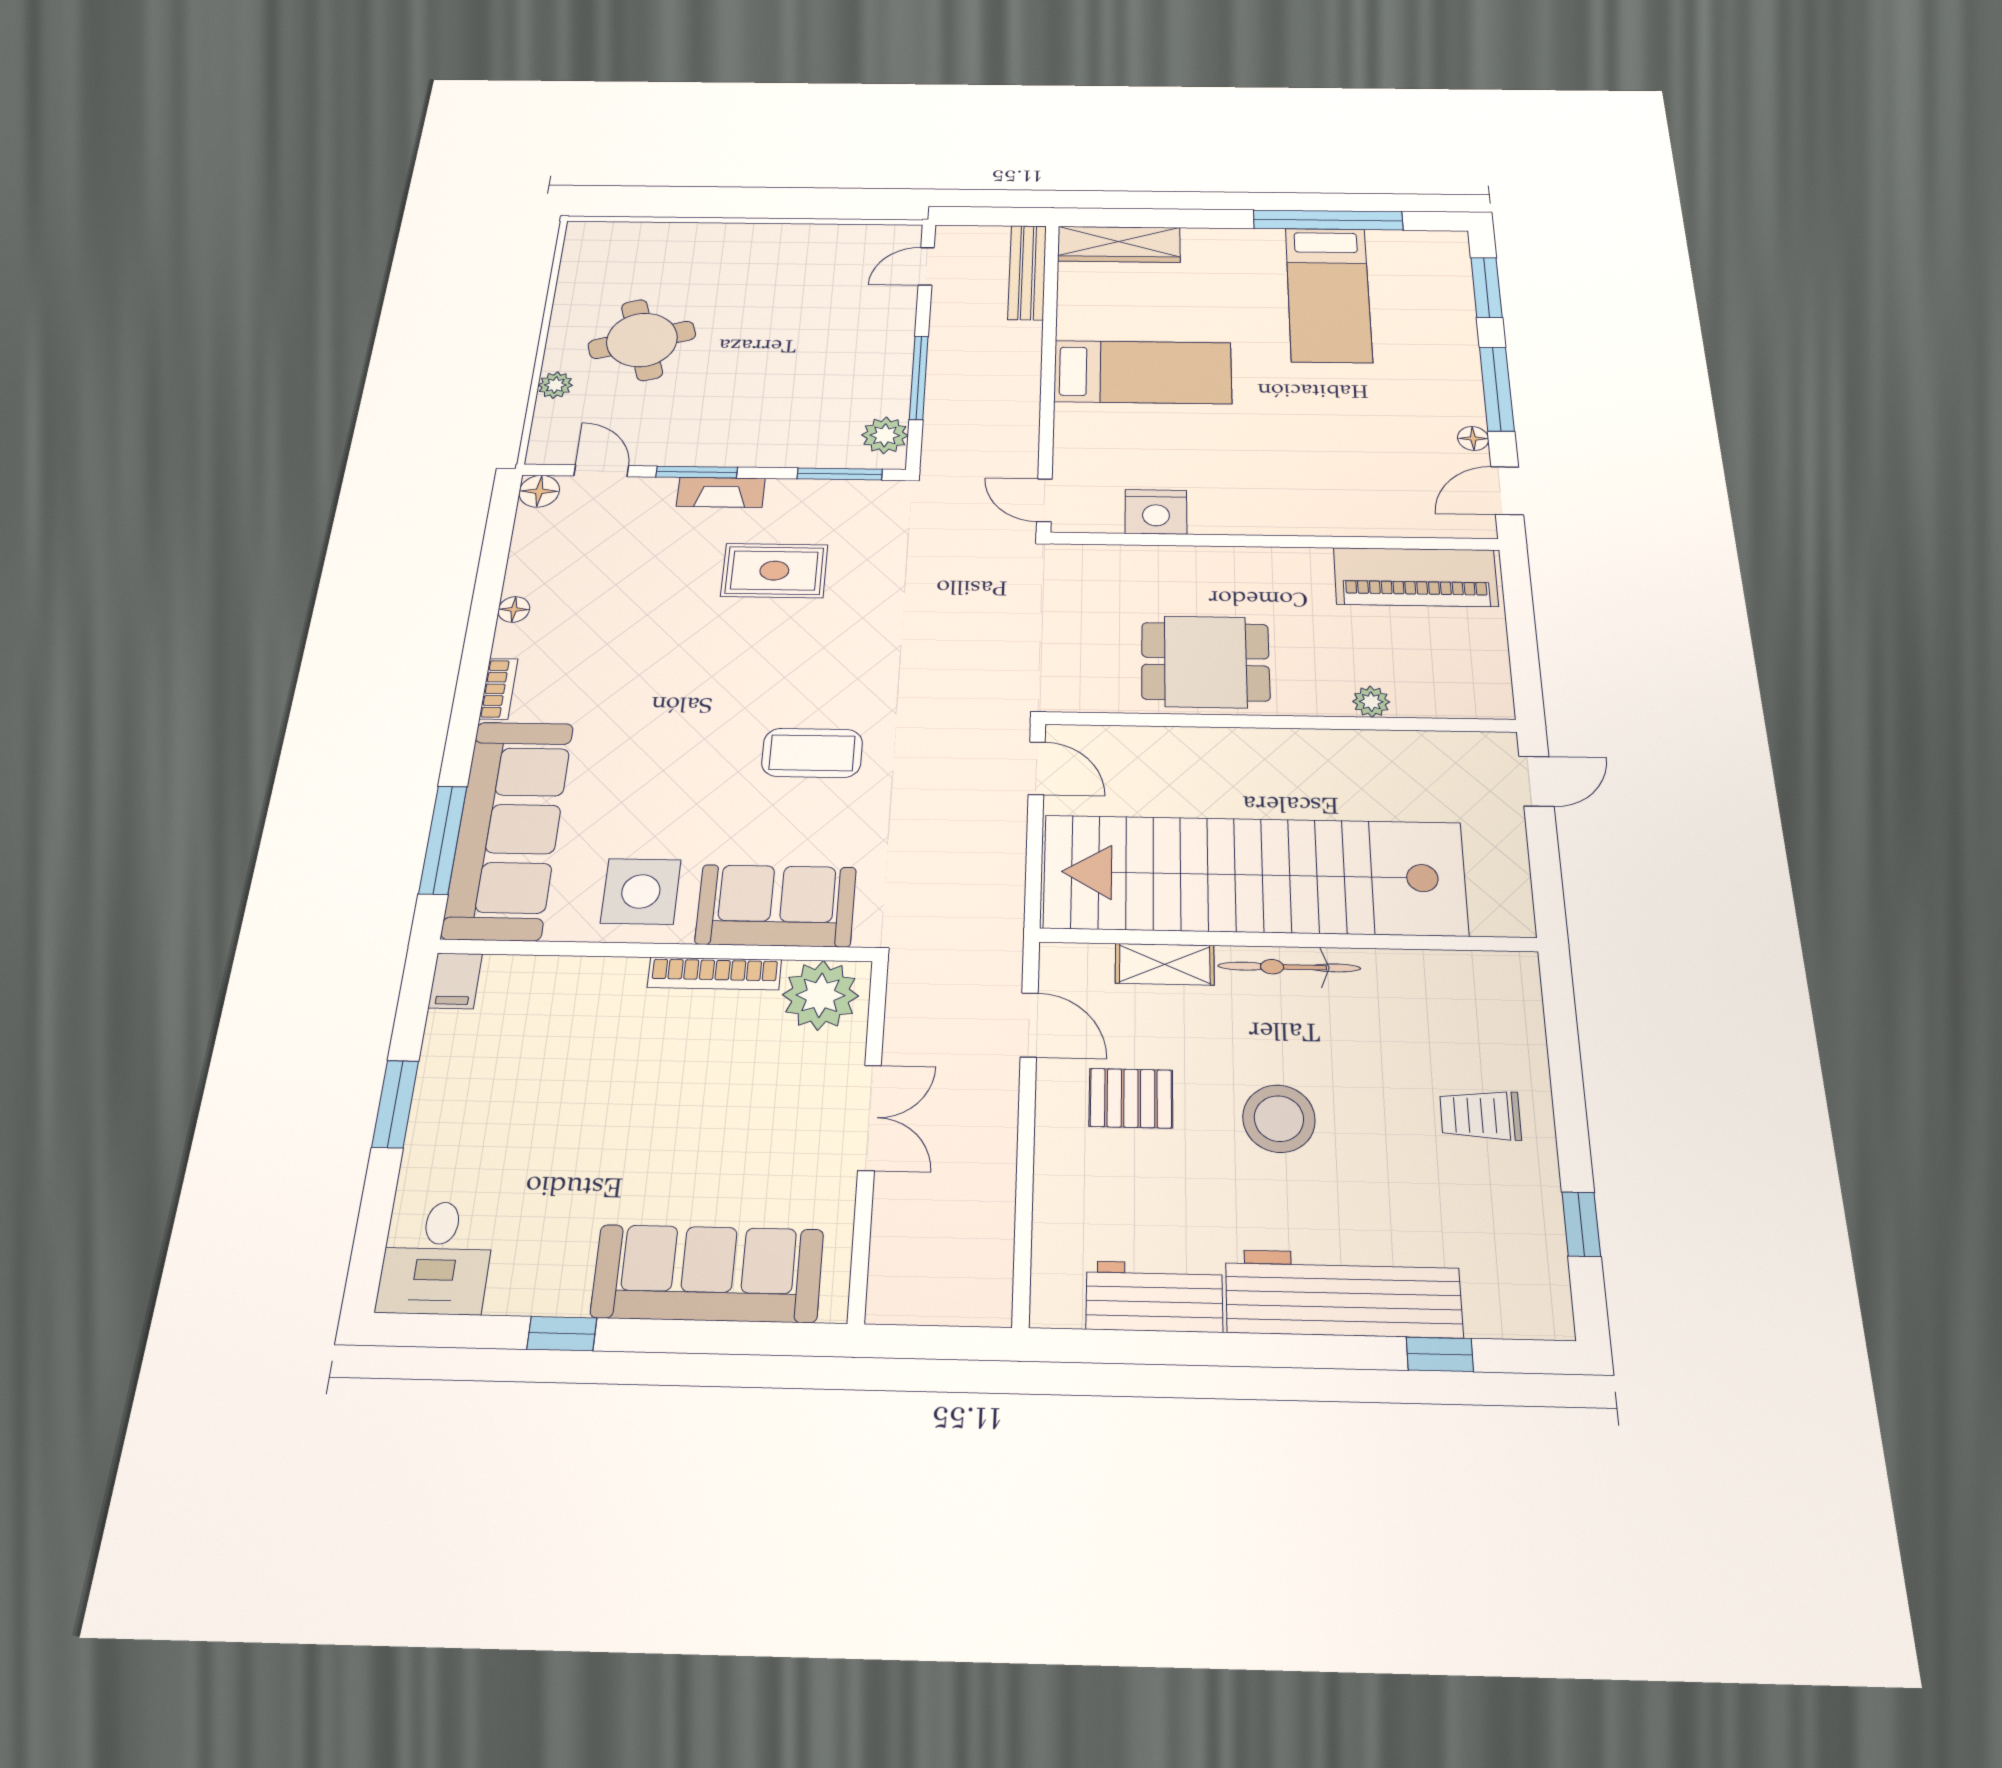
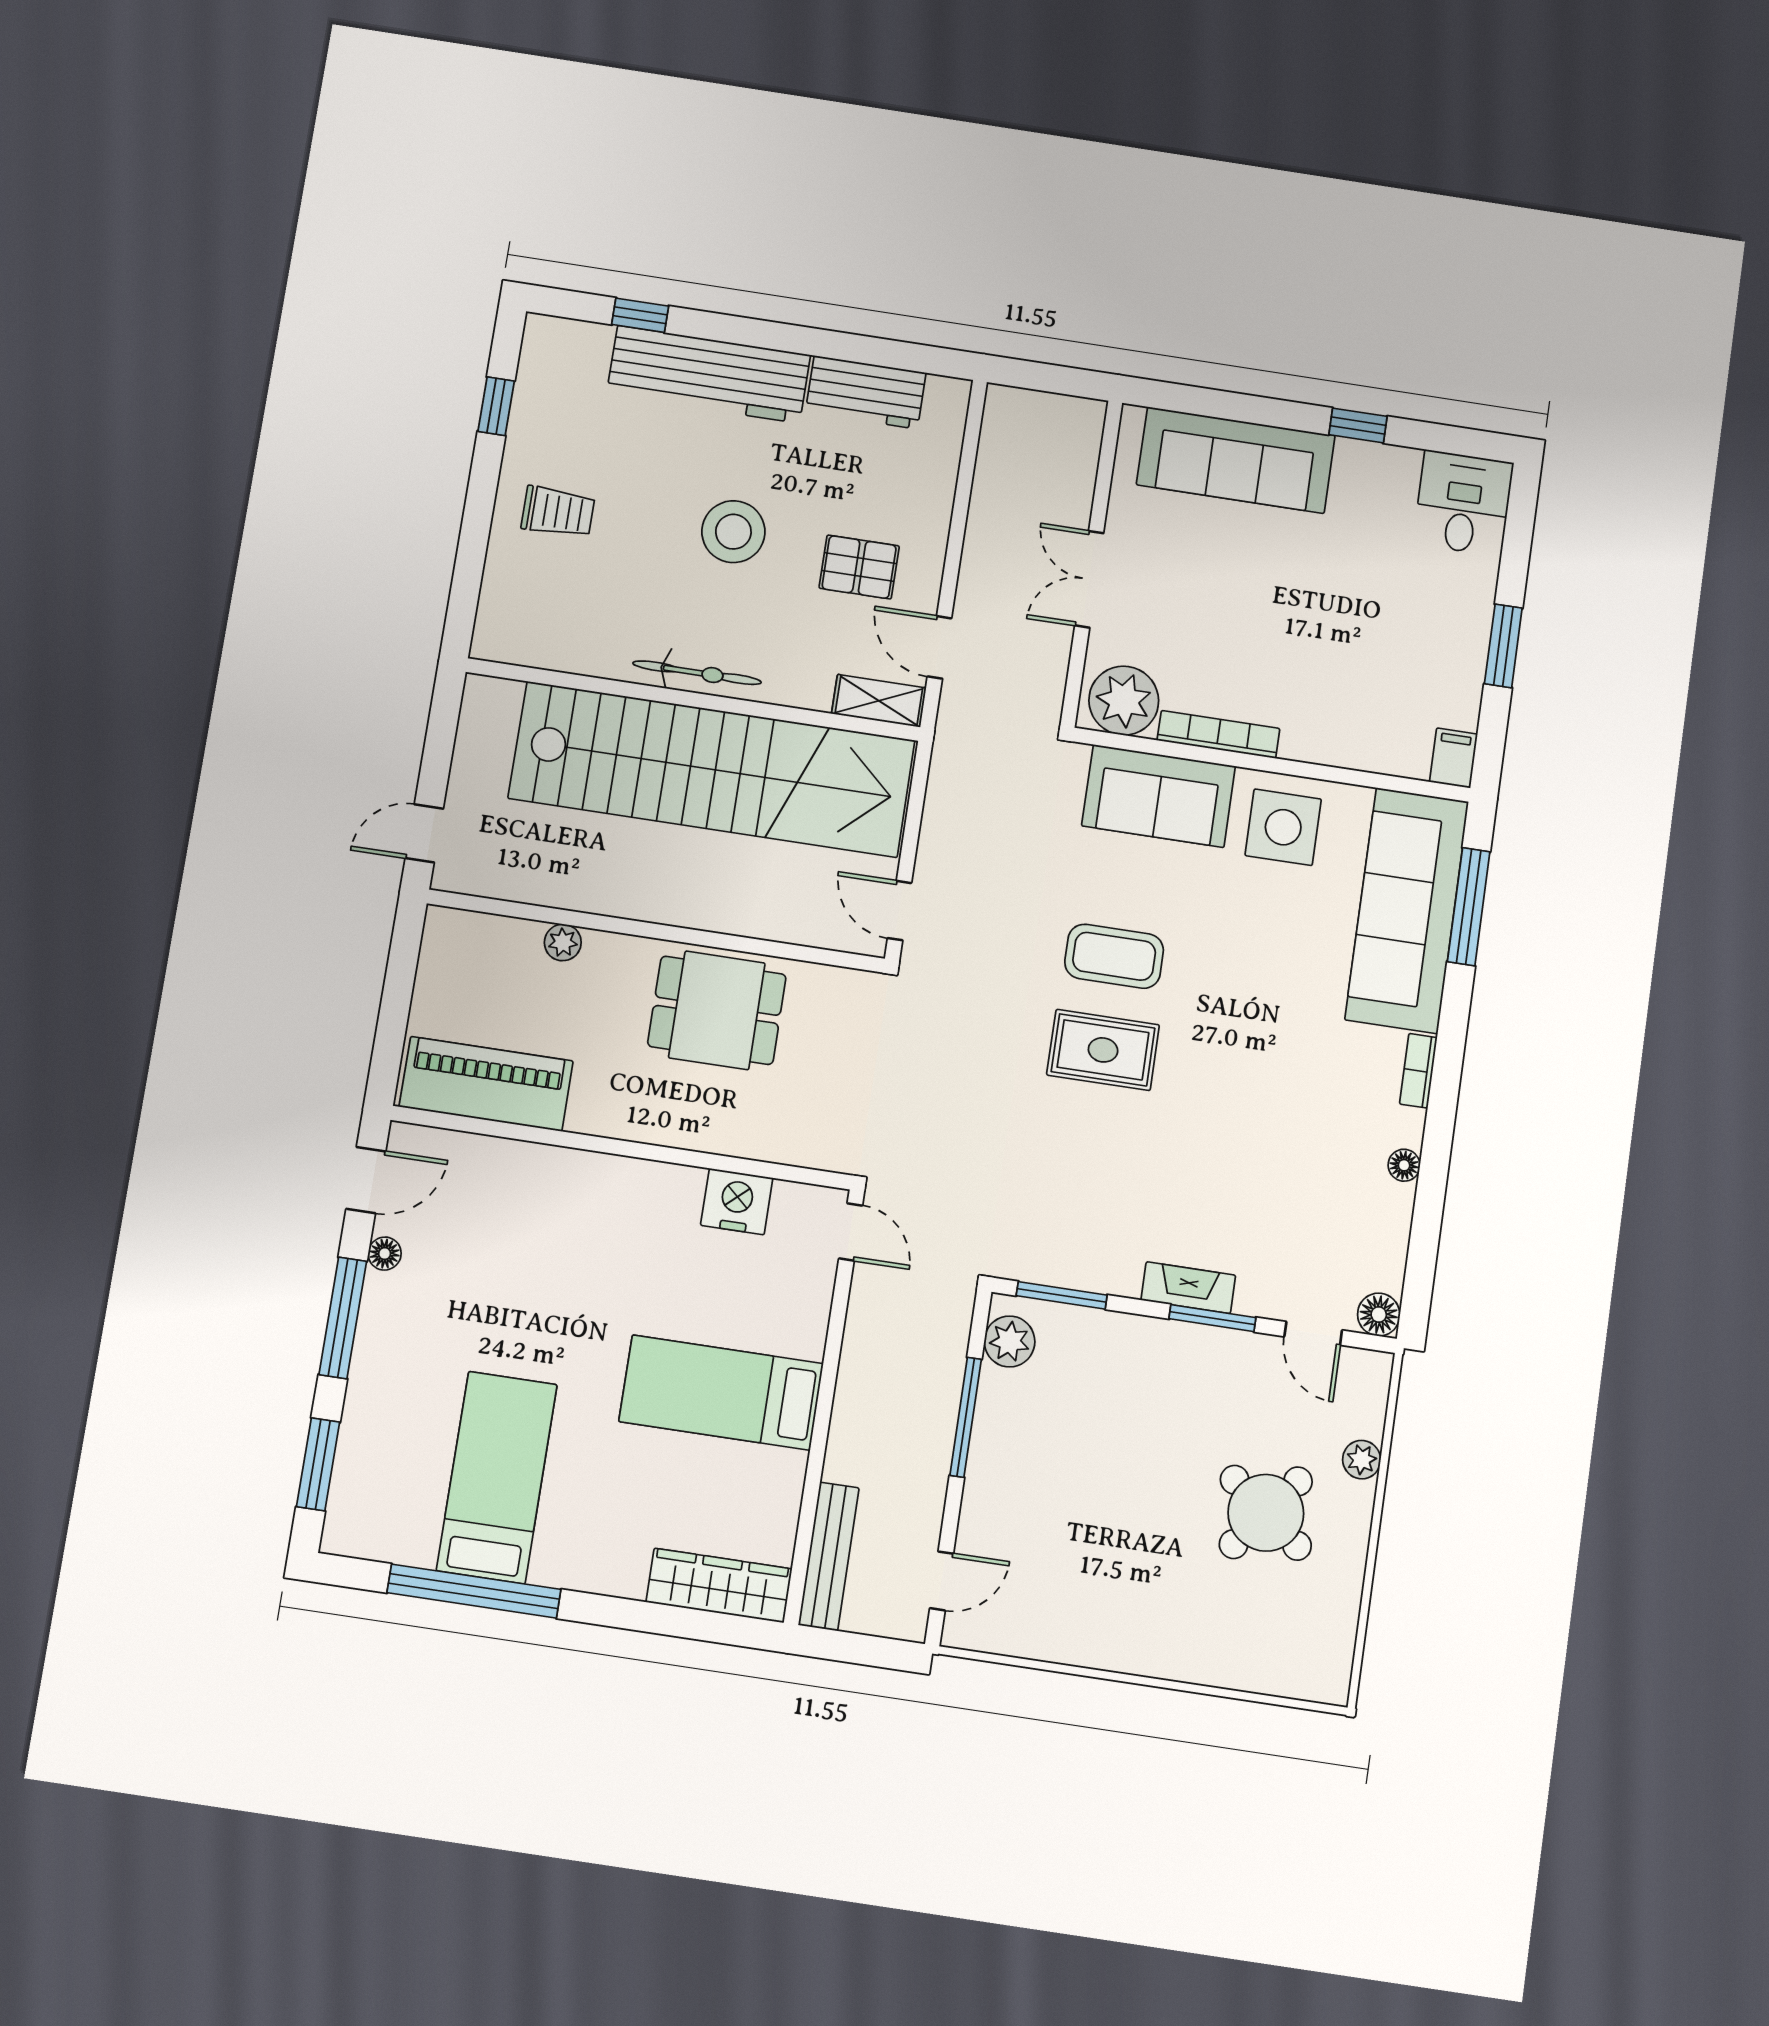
round table: (642, 340) -> (1266, 1513), turned -36
rug: (774, 571) -> (1103, 1050), moved
shelving: (1165, 964) -> (879, 701), moved

